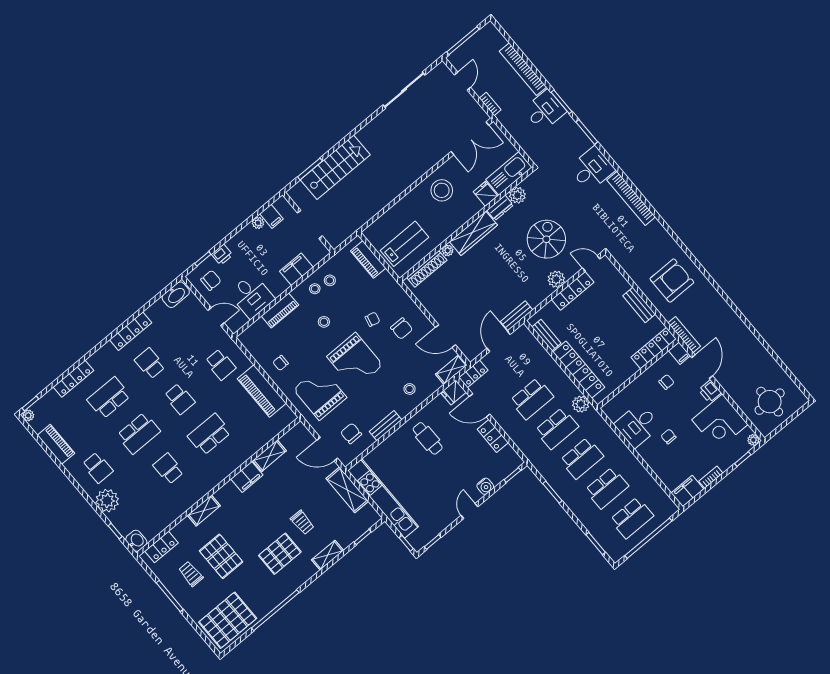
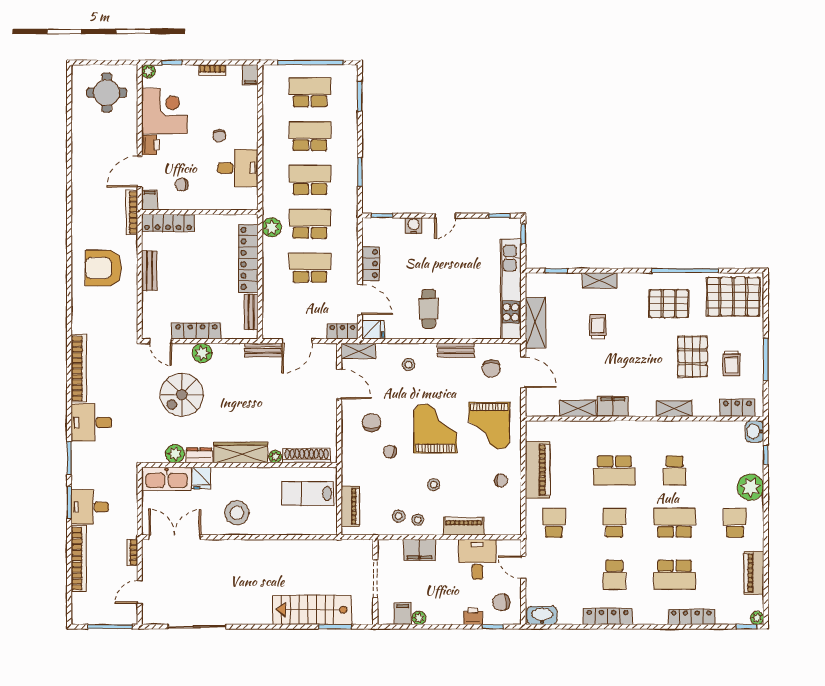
filing cabinet: (687, 491) -> (250, 75), width x0.50
pallet: (280, 554) -> (669, 304), moved

